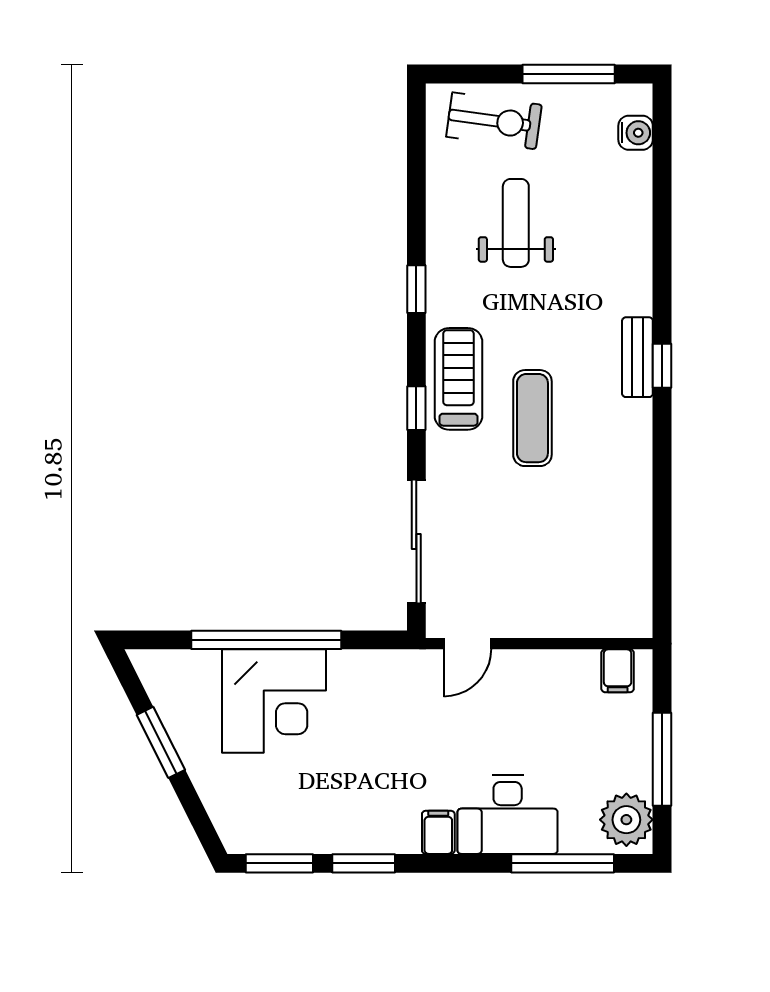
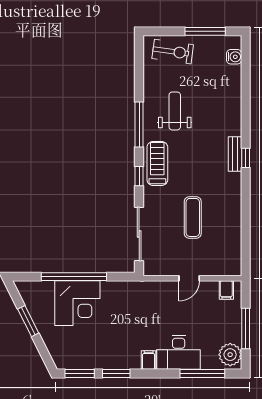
weight bench: (516, 223) -> (175, 111), moved
window: (416, 289) -> (139, 125), width x2.17
exercise mat: (532, 418) -> (193, 217), moved
door: (467, 644) -> (189, 278), moved

